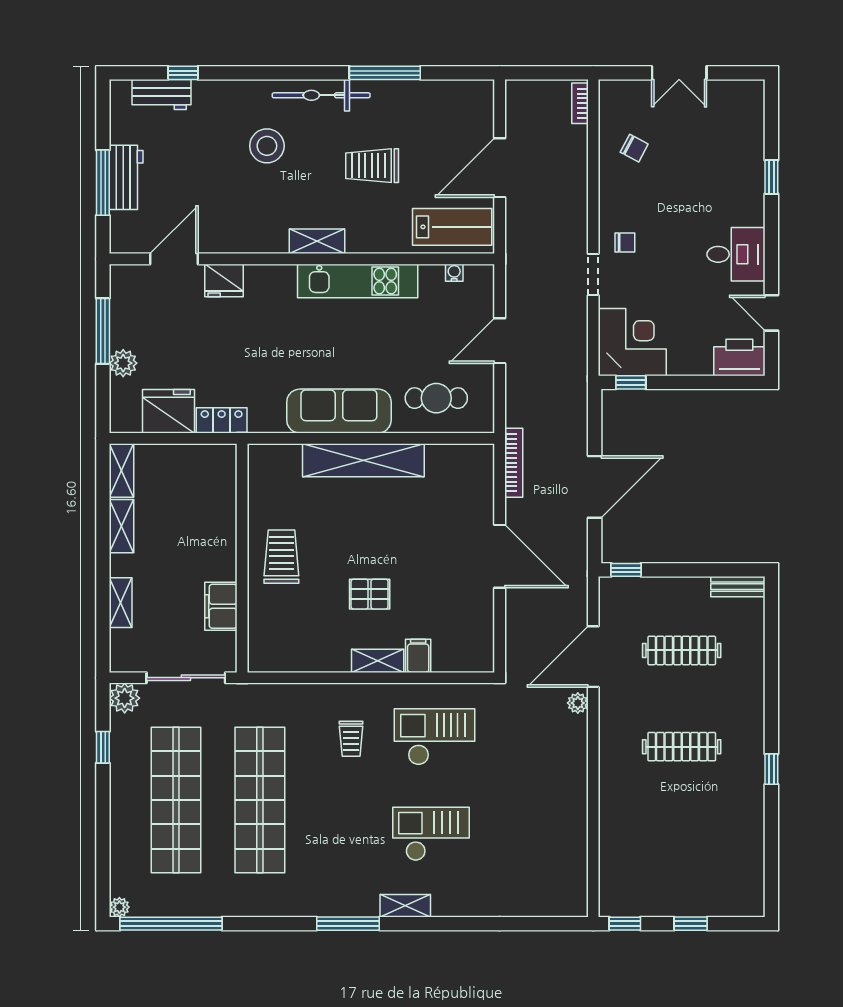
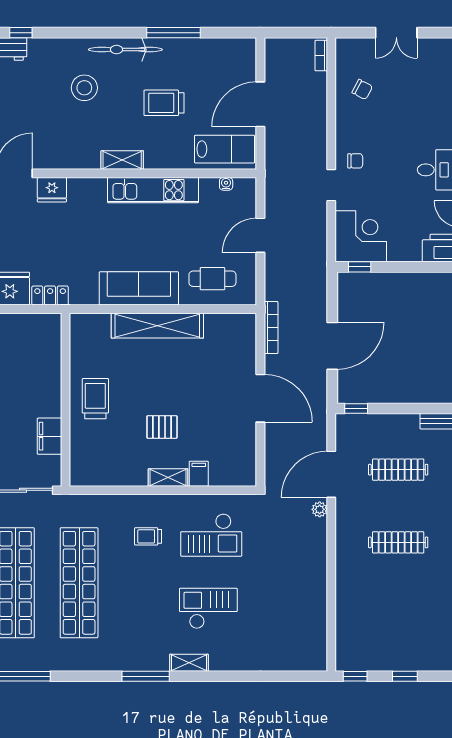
checkout: (435, 737) -> (211, 535), turned 180
trolley: (351, 739) -> (148, 536), turned 90

